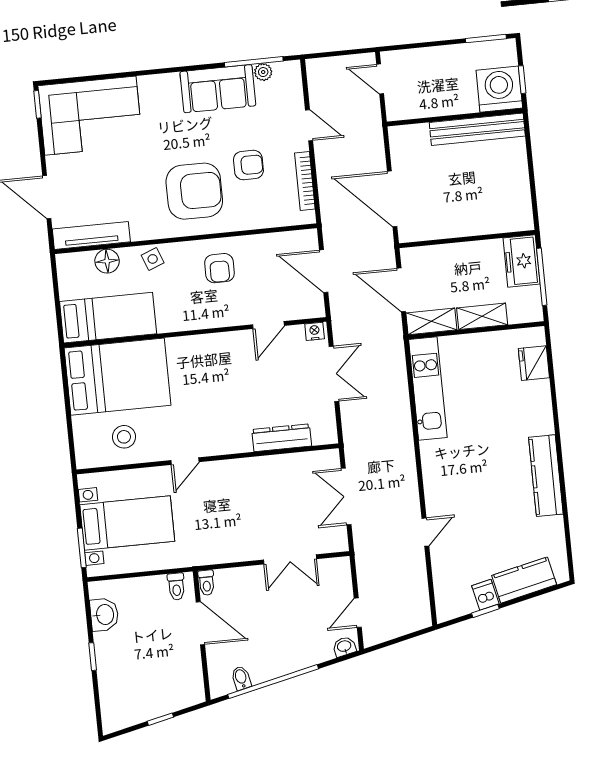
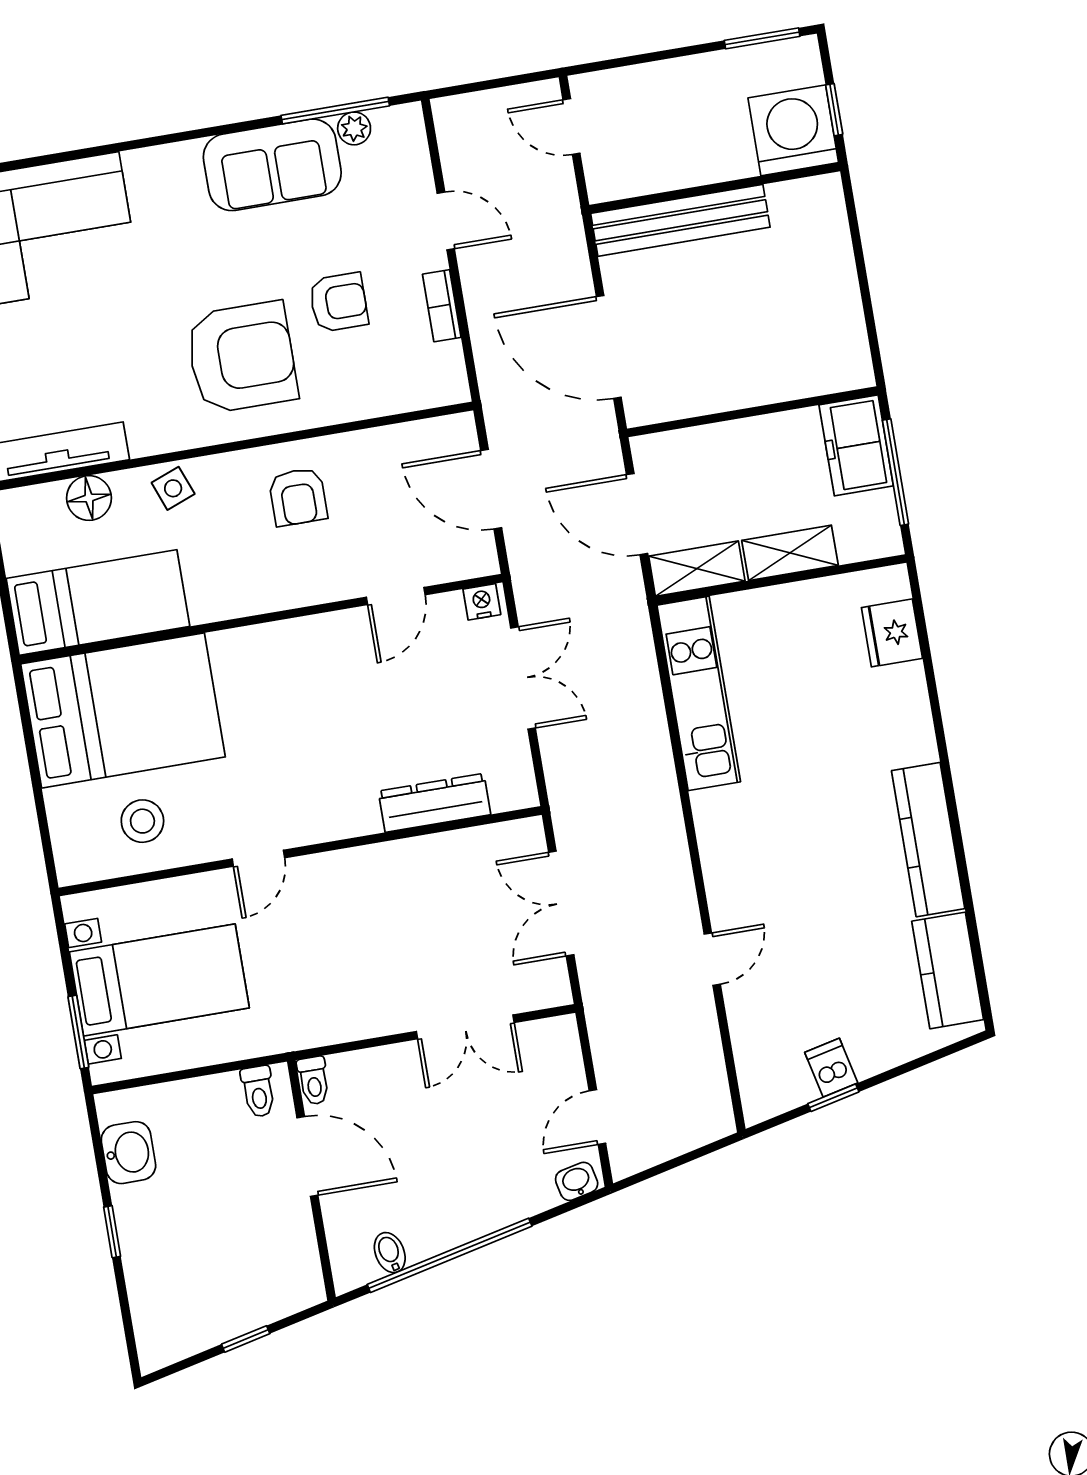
bench: (477, 129) -> (680, 220), moved
bookcase: (305, 181) -> (442, 306), width x0.64
kitchen counter: (524, 580) -> (948, 970), moved, turned -77

